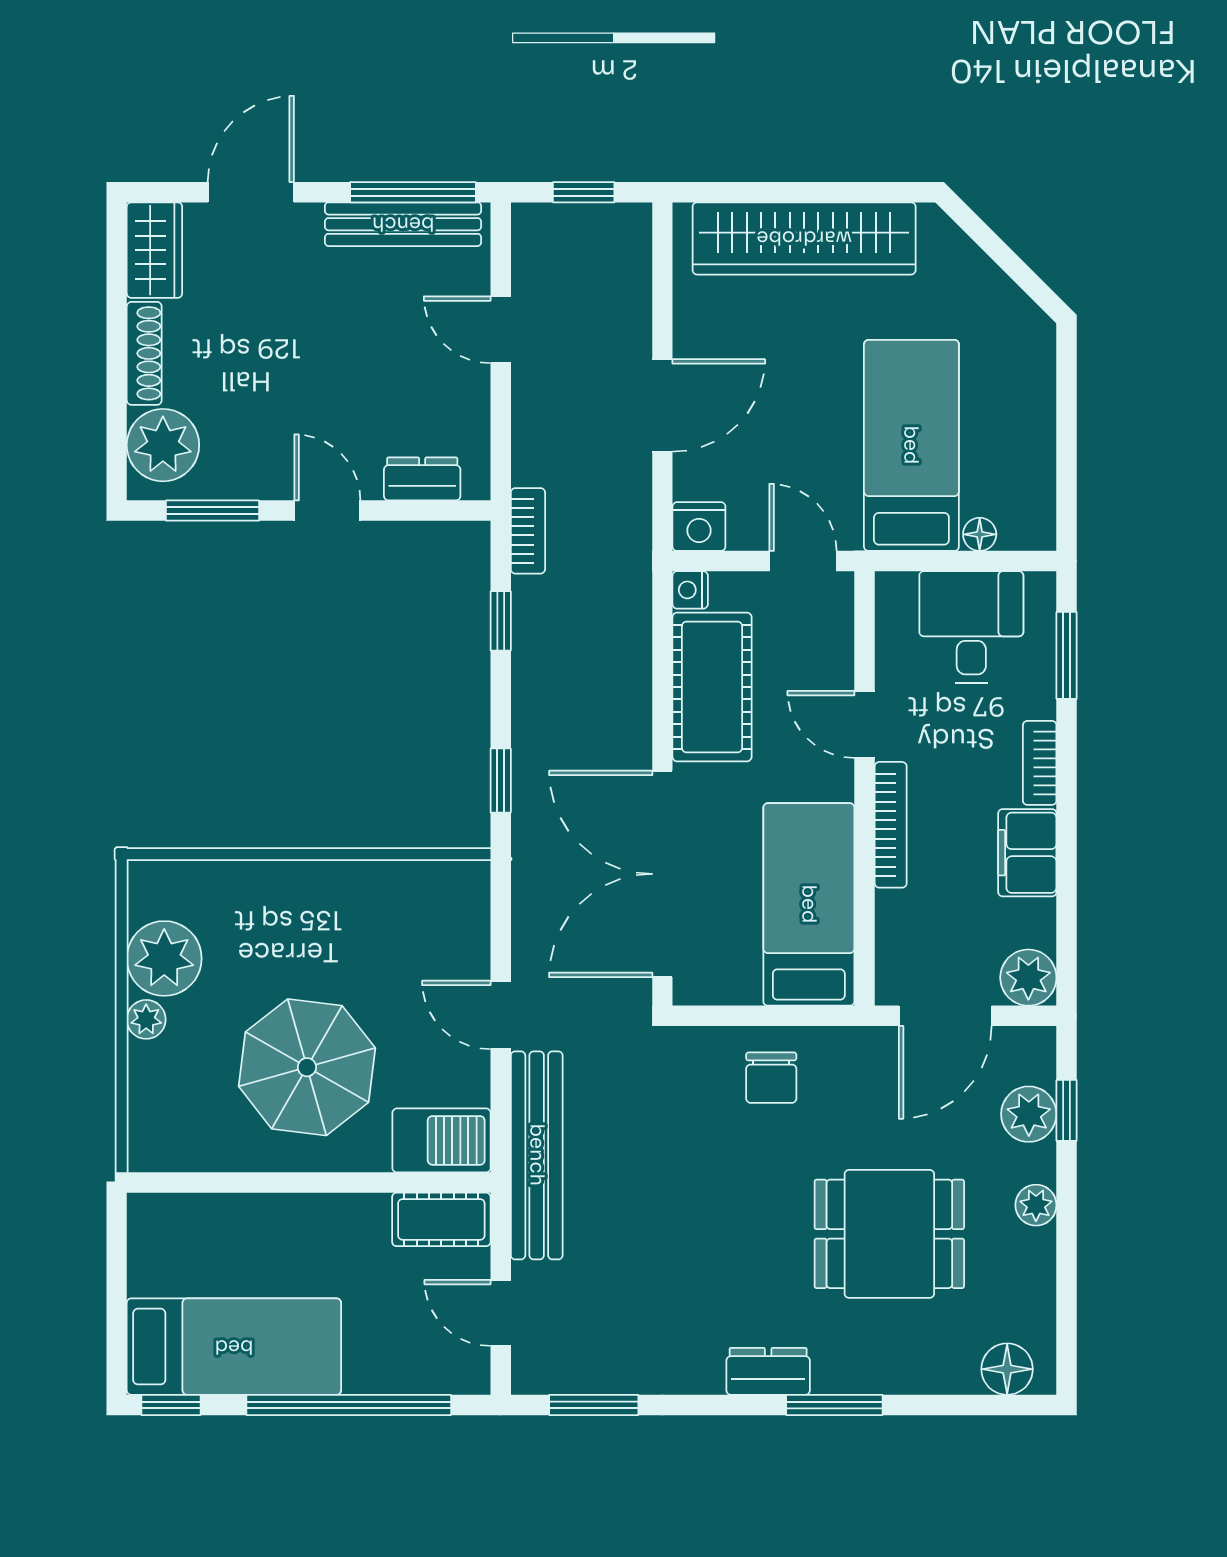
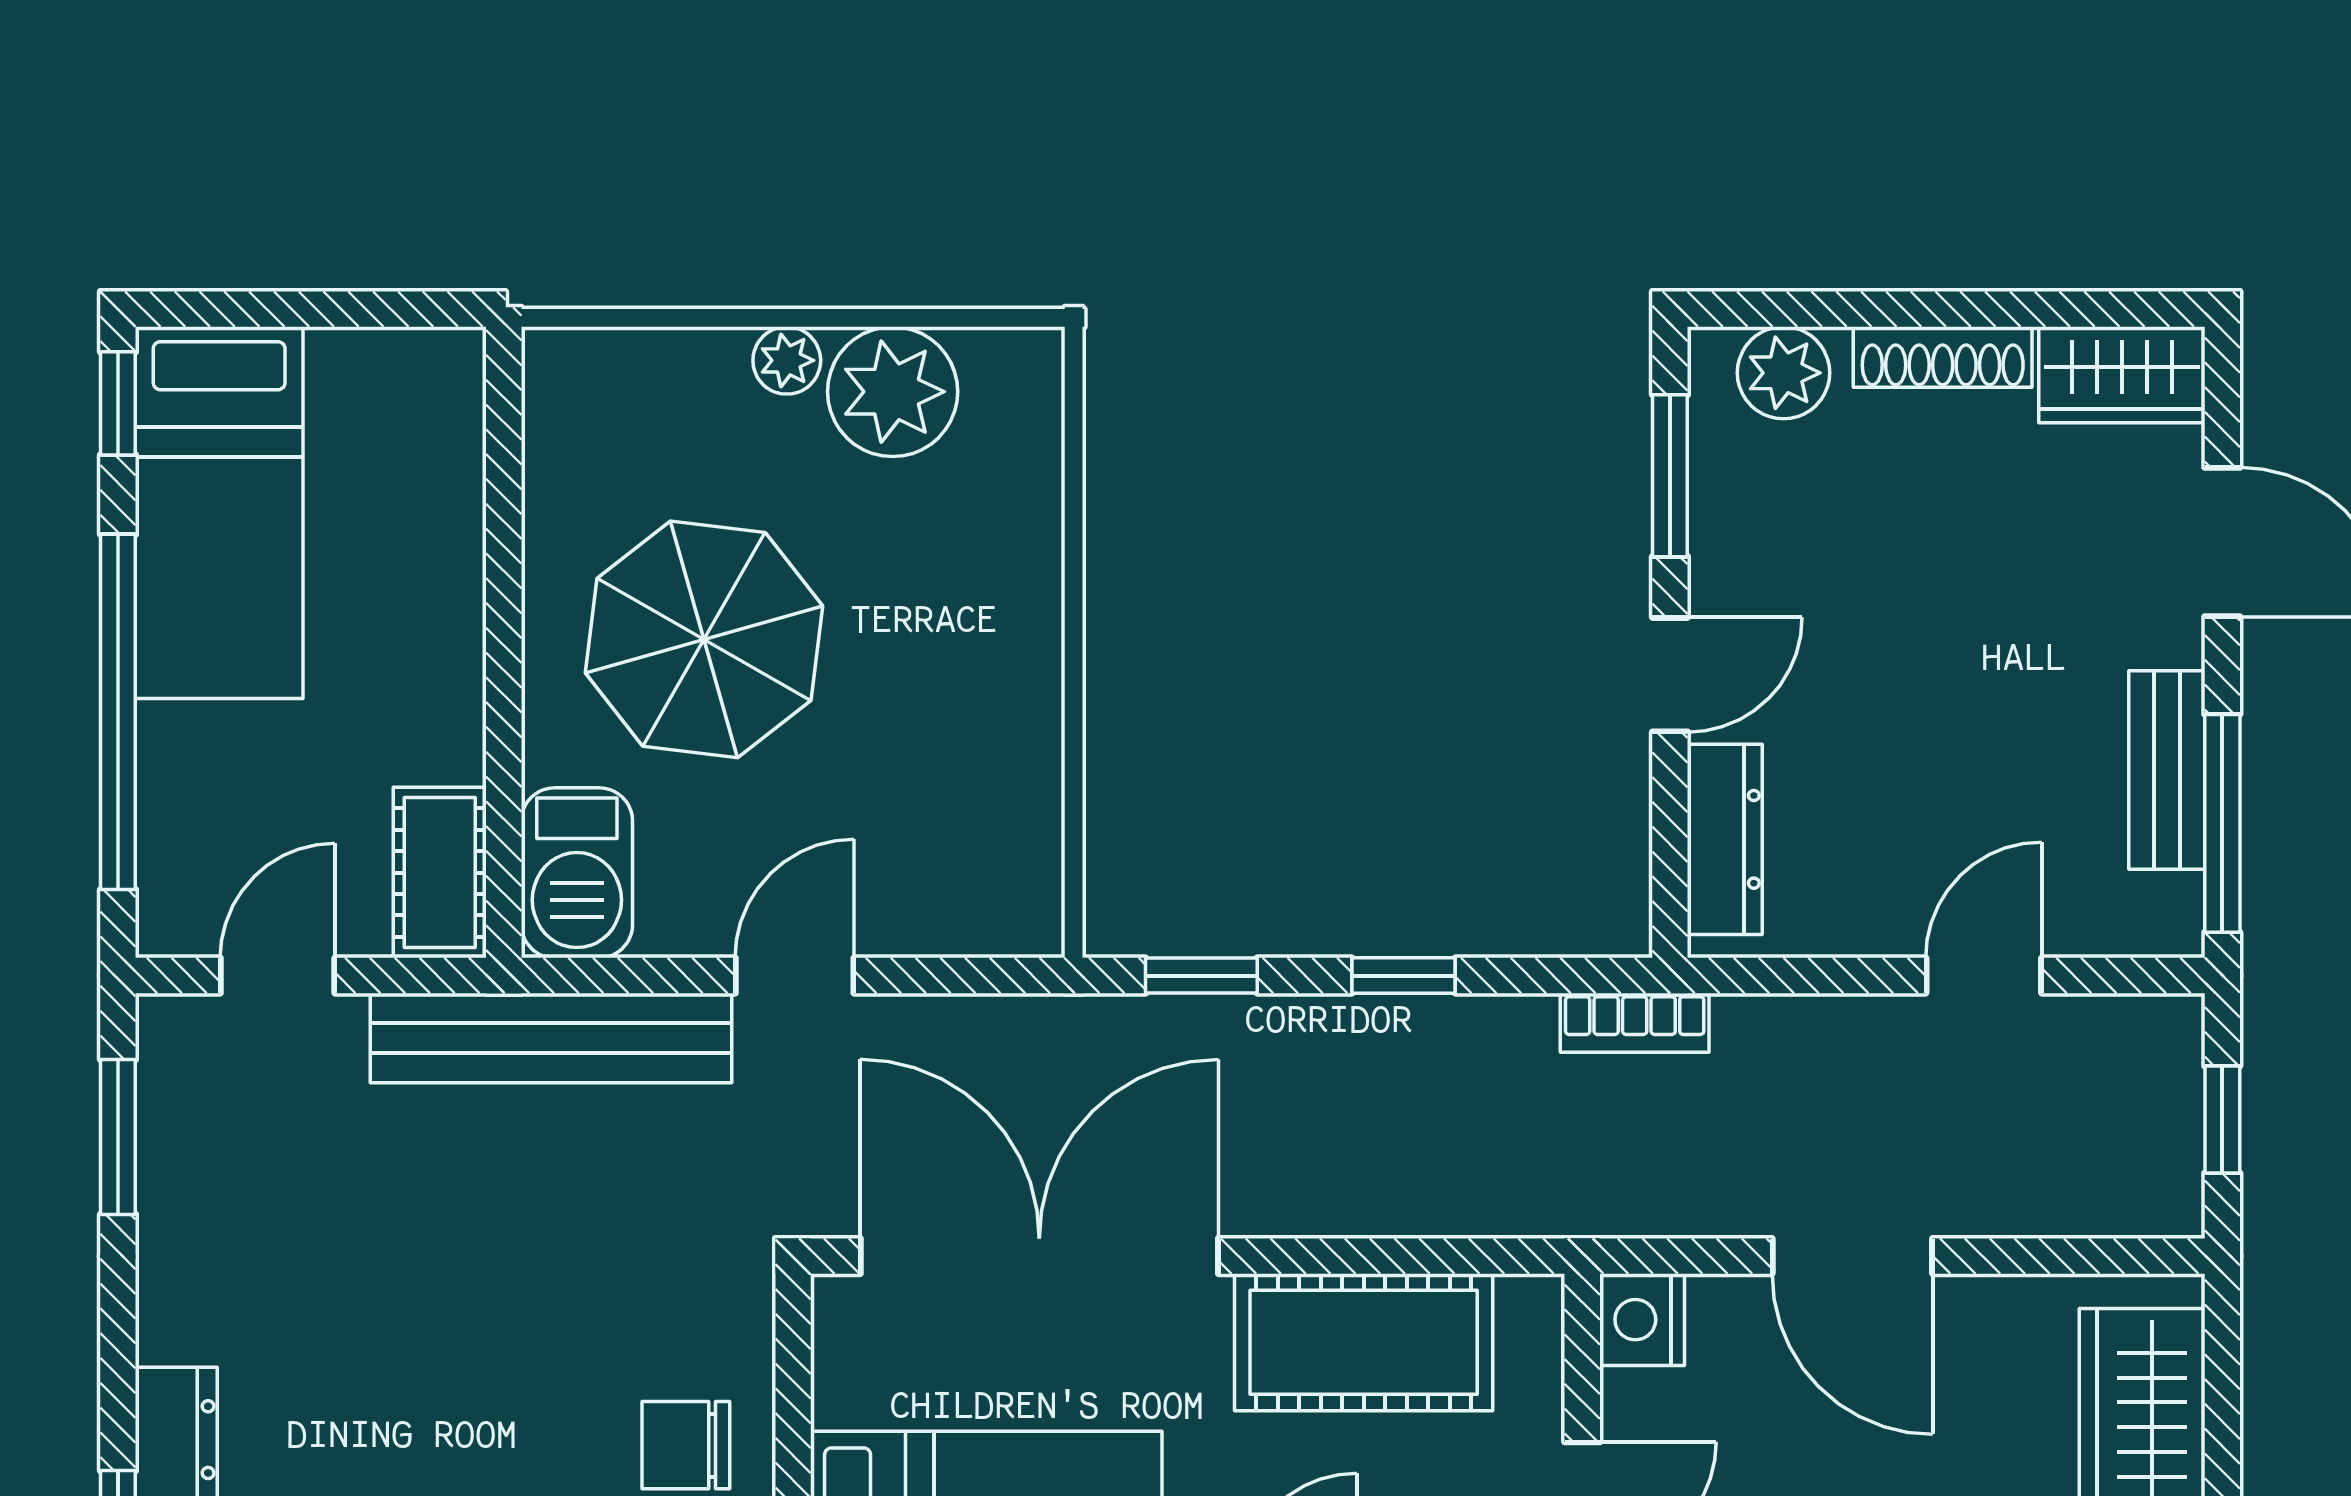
bench: (403, 224) -> (2167, 770), width x0.73
plant: (163, 445) -> (1784, 373), width x0.73, depth x0.73
dresser: (422, 479) -> (1725, 839), width x1.44
nightstand: (690, 590) -> (1532, 1304), removed
window: (501, 621) -> (1404, 976), moved

